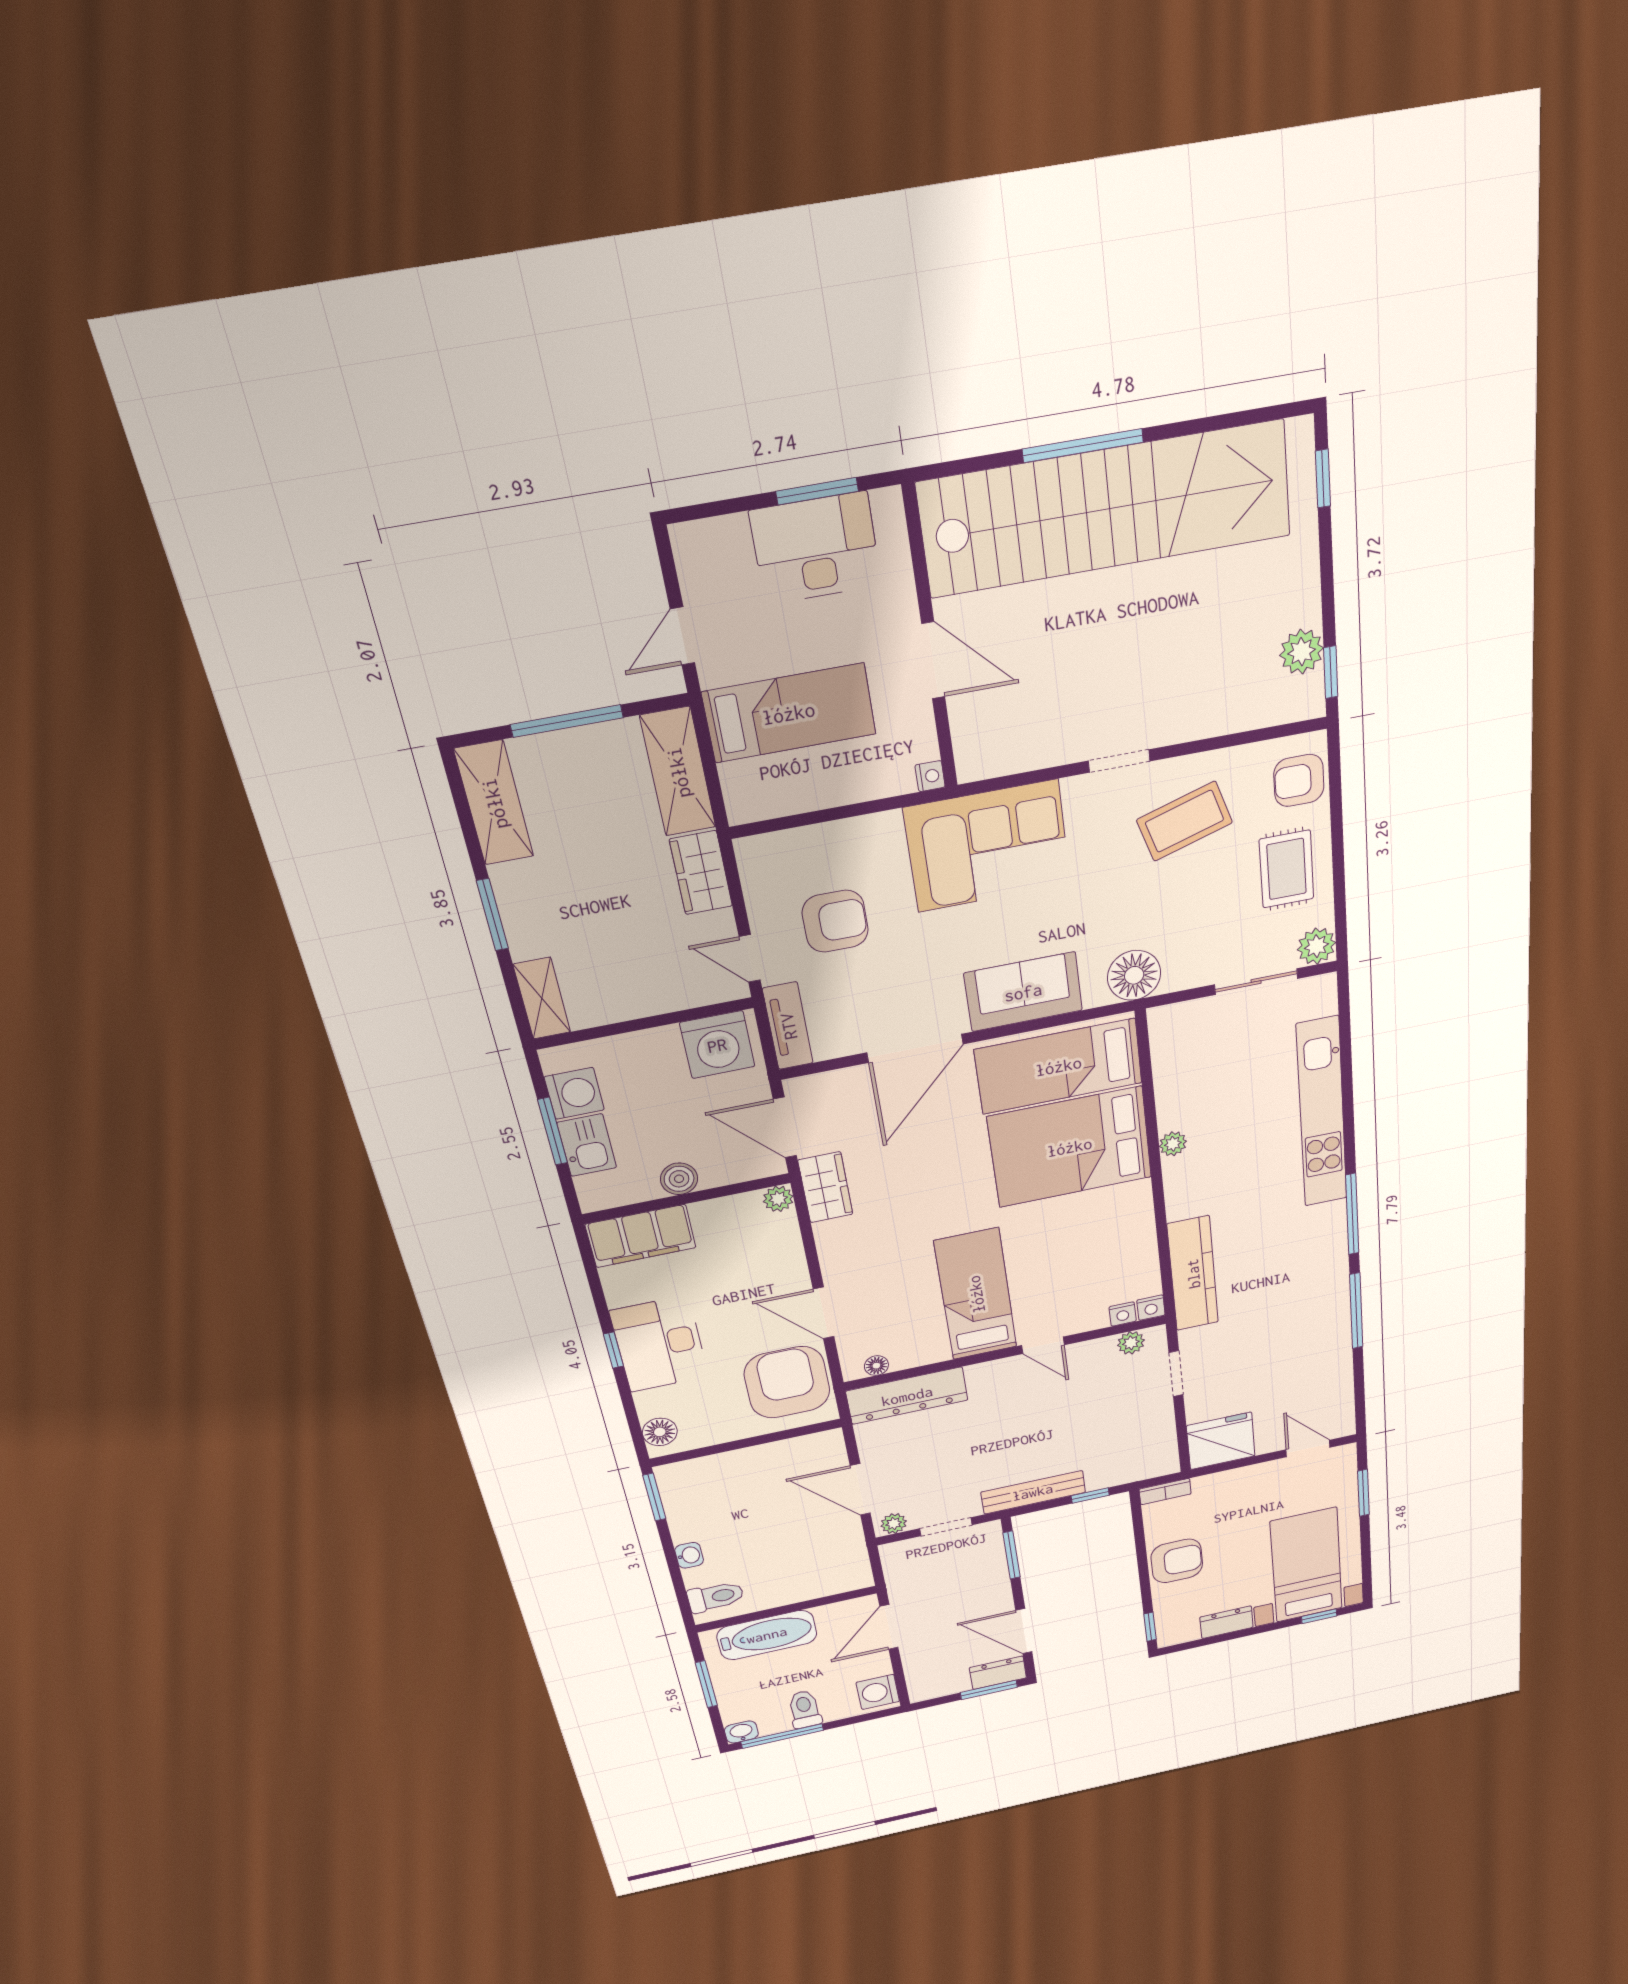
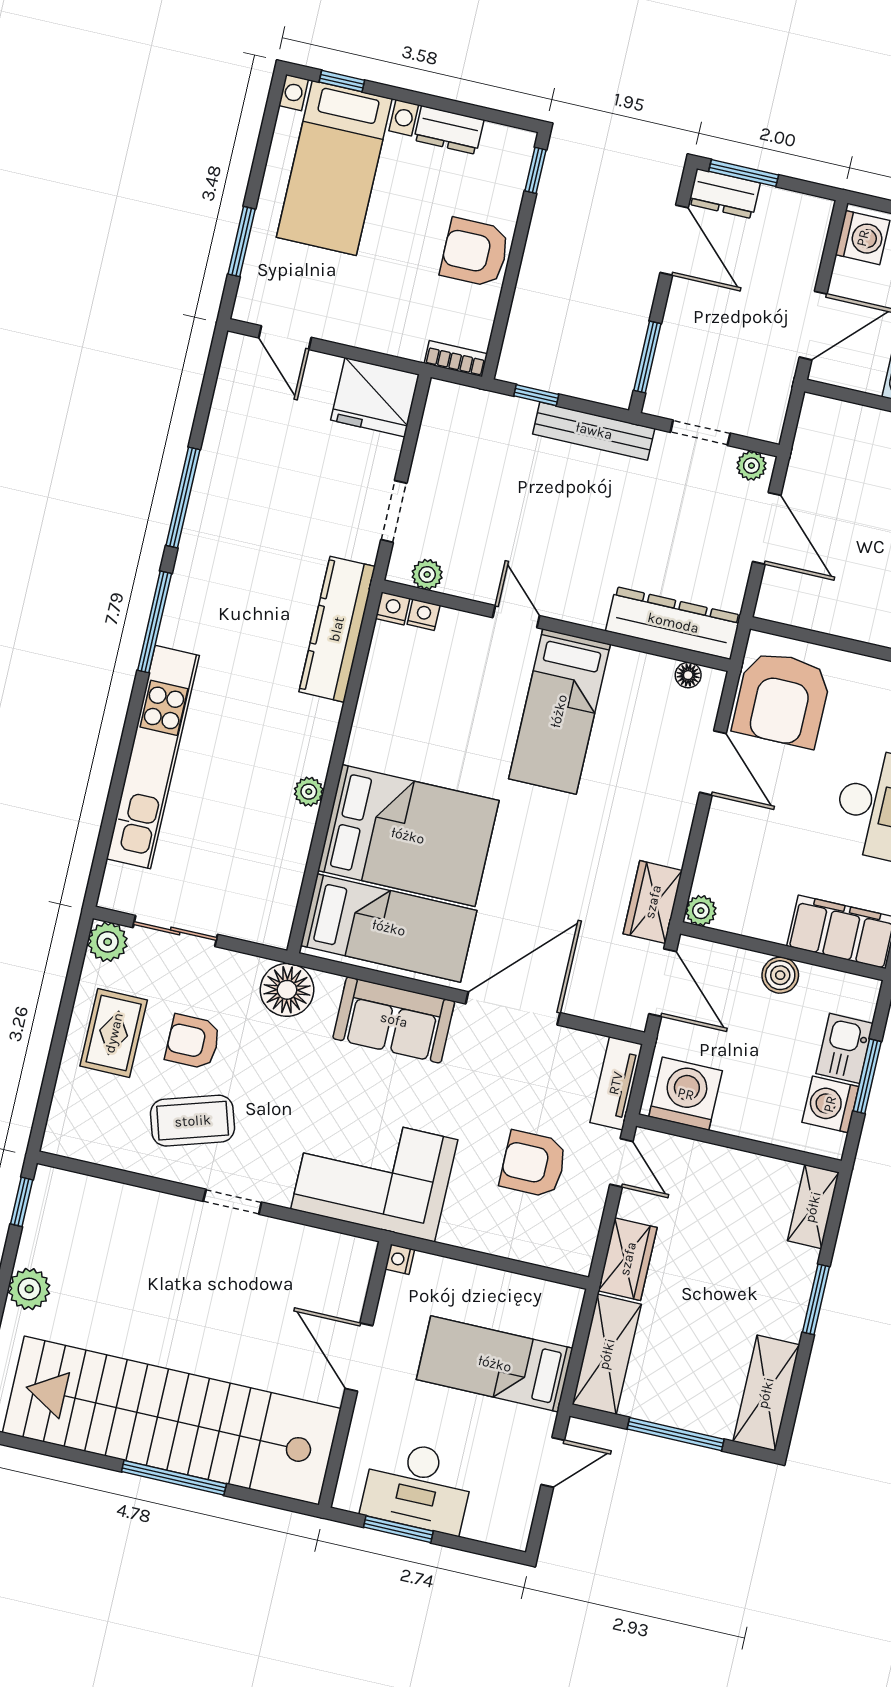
plant: (1302, 652) -> (29, 1289), moved
armchair: (1299, 780) -> (193, 1042), moved, turned 180

